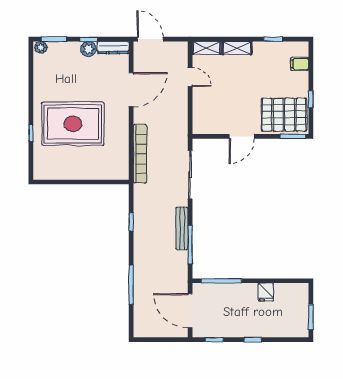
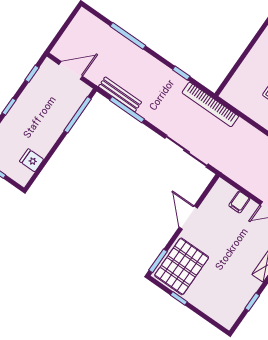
filing cabinet: (300, 64) -> (239, 202), moved, turned 180
bookcase: (140, 154) -> (210, 104), moved
bench: (182, 228) -> (120, 94), moved
fridge: (266, 292) -> (32, 160), moved
door: (190, 311) -> (71, 70), width x0.73

